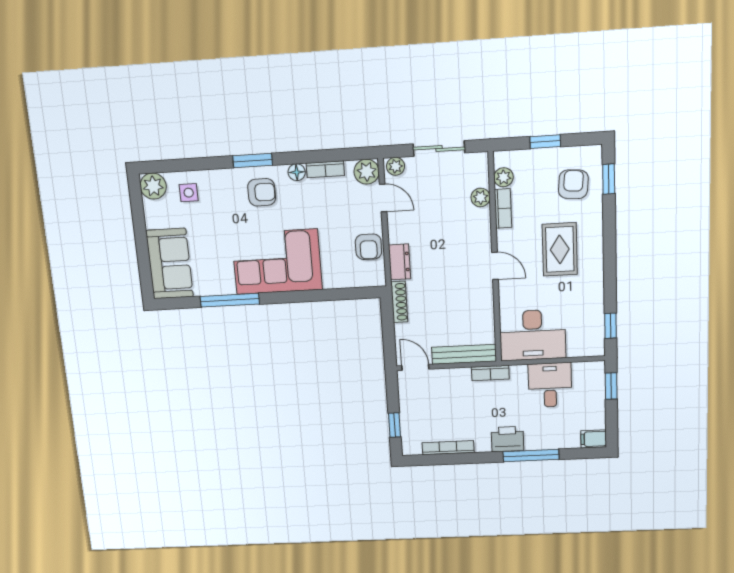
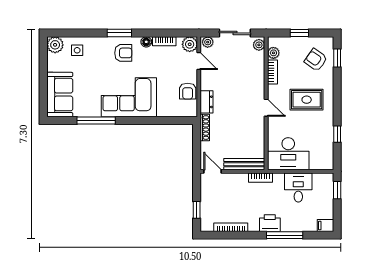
armchair: (573, 184) -> (316, 60), turned -60
plant: (481, 197) -> (259, 45), moved
rug: (560, 249) -> (307, 100), turned 90
window: (610, 326) -> (337, 134), moved

